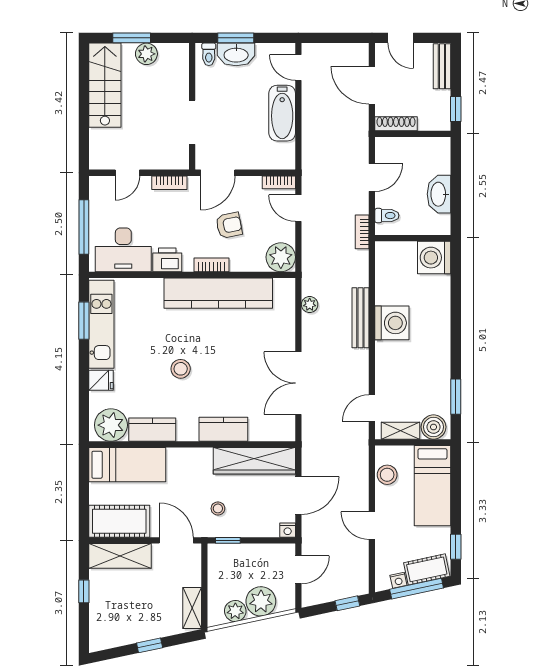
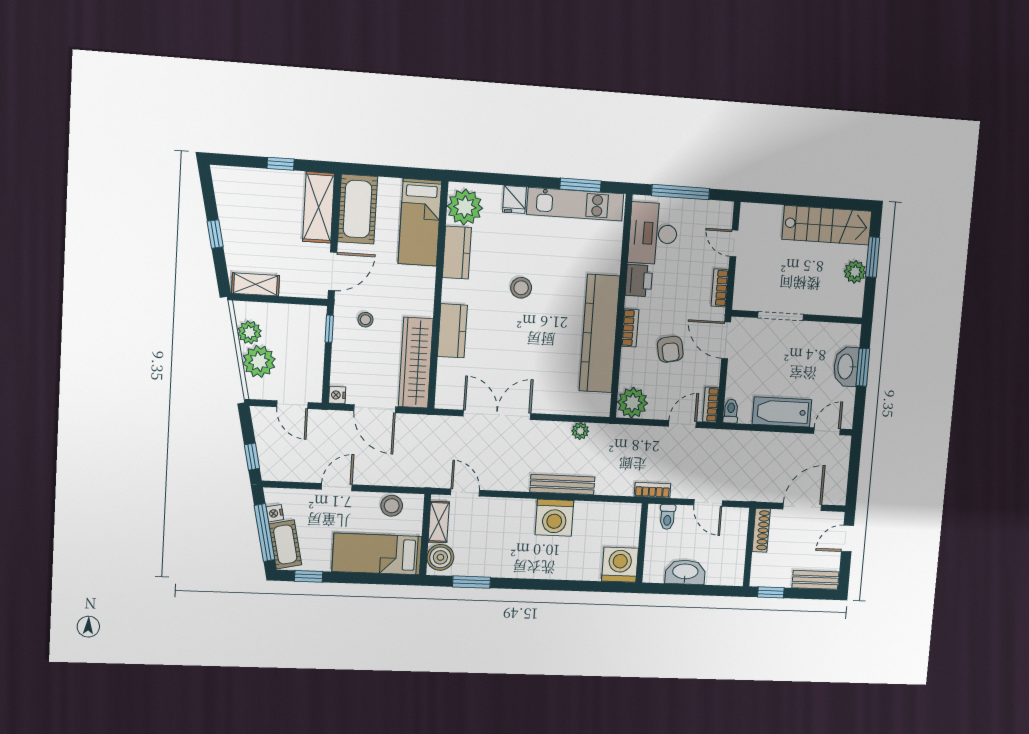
toilet: (209, 54) -> (731, 411), moved, turned 90

